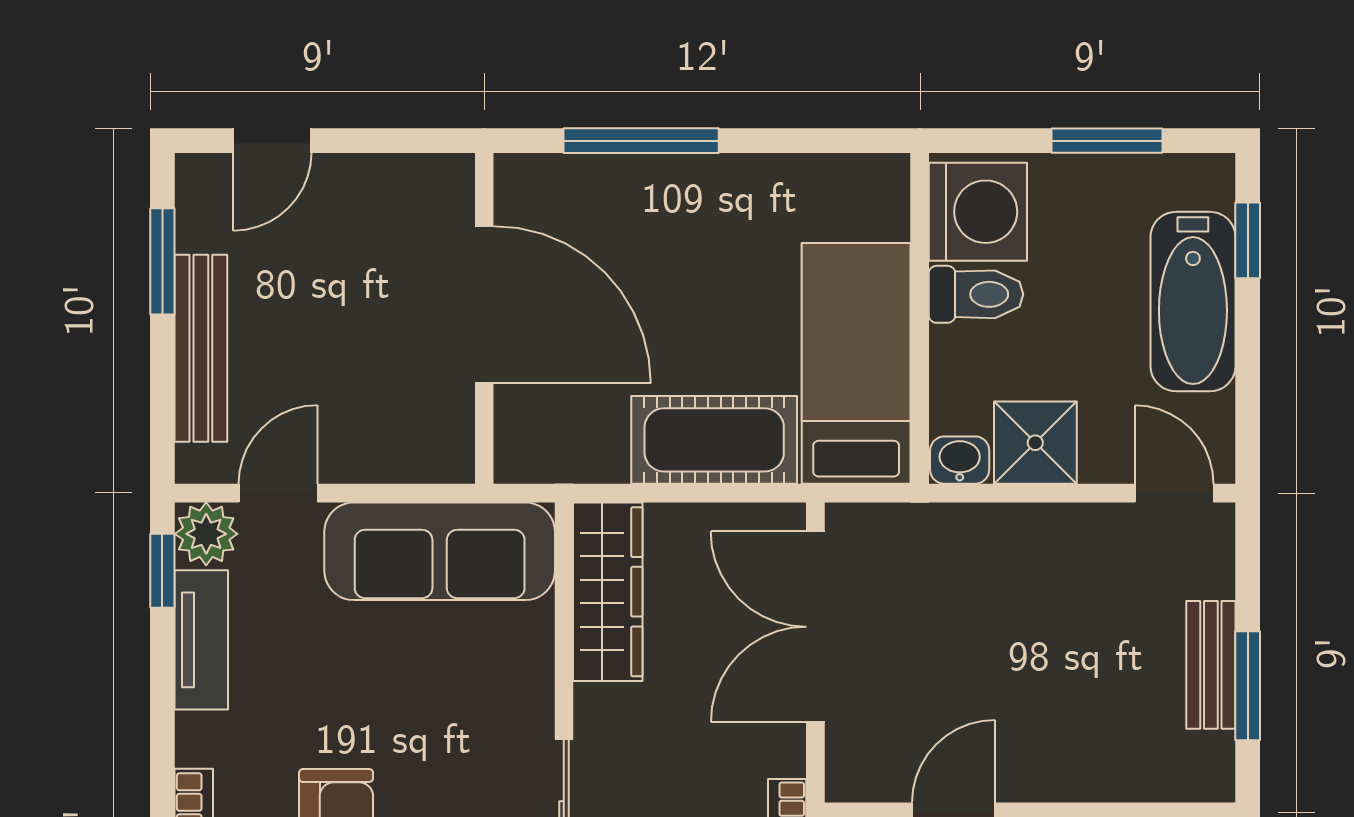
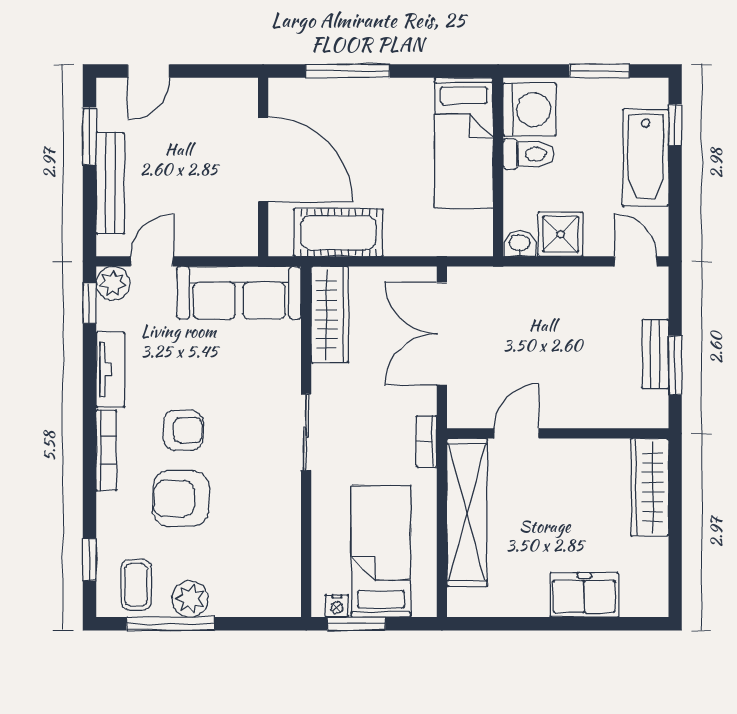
bed: (856, 363) -> (464, 143), moved, turned 180
cot: (714, 440) -> (338, 233), moved
tv unit: (201, 640) -> (110, 370), moved

